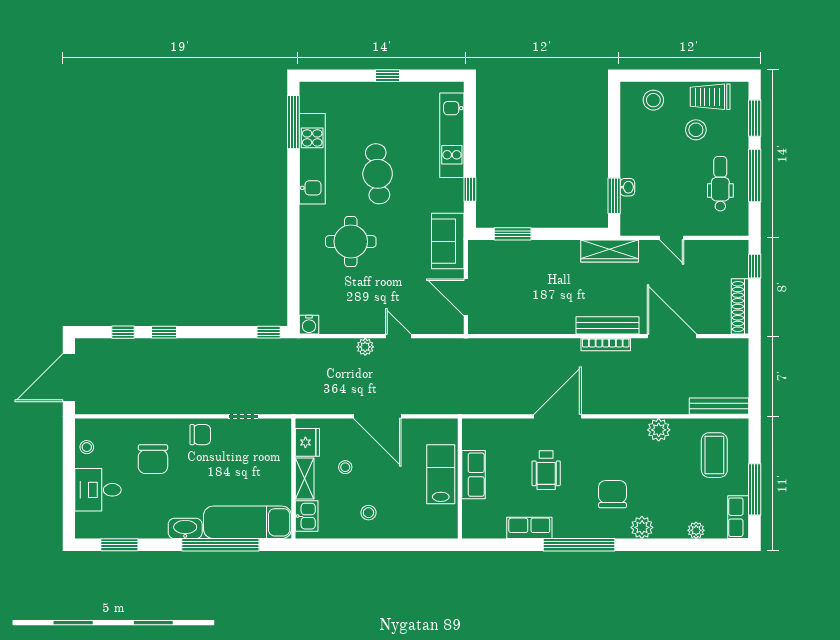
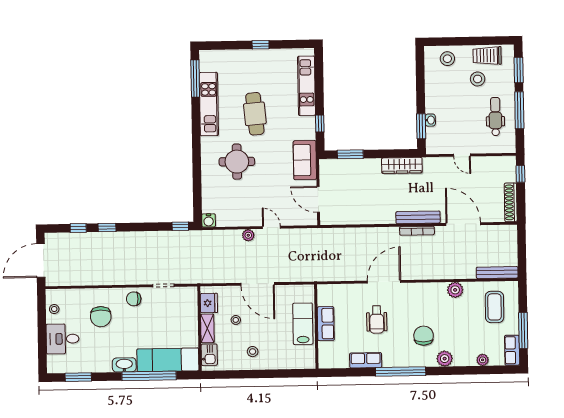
wardrobe: (610, 251) -> (402, 165), moved
chair: (200, 435) -> (134, 299), turned 180

